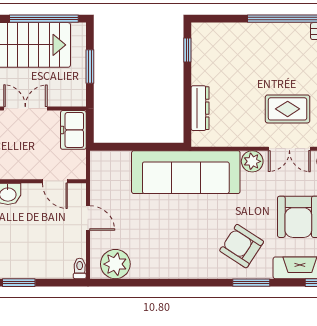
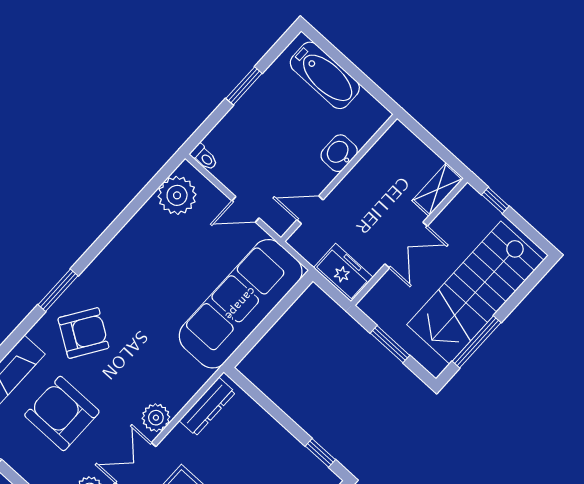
window: (44, 19) -> (477, 342), width x0.68
dresser: (200, 108) -> (207, 406), moved, turned -90
sofa: (186, 172) -> (241, 304), moved
window: (251, 283) -> (58, 290), moved

